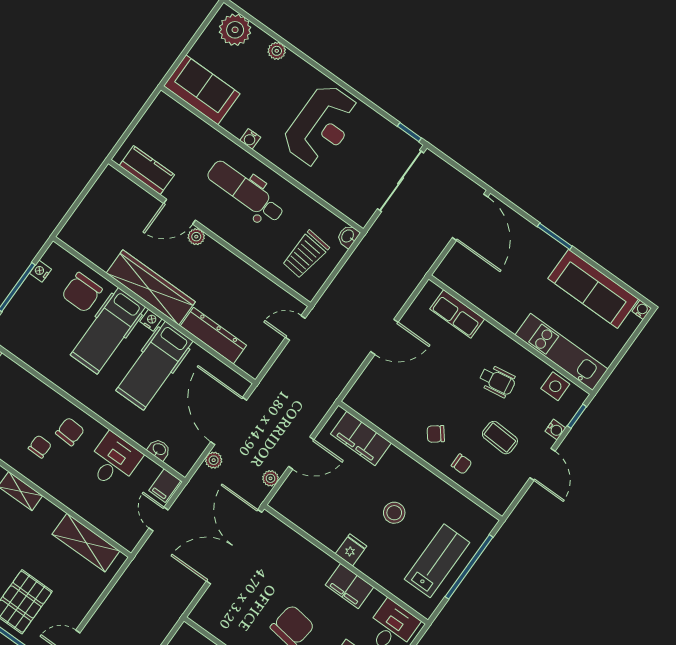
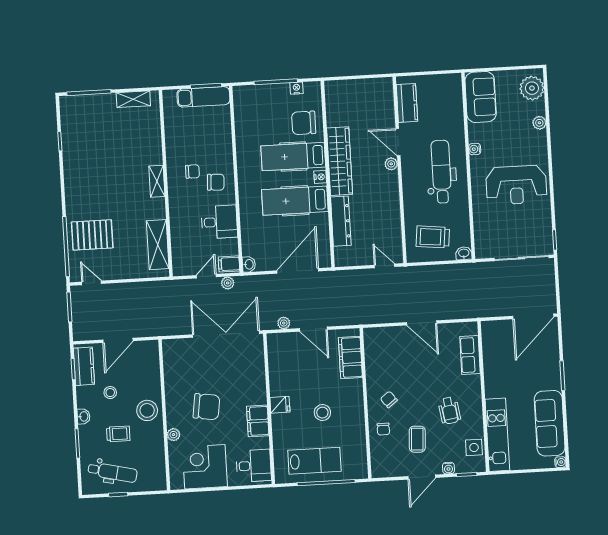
washbasin: (159, 449) -> (249, 264), moved
plant: (214, 460) -> (228, 283), moved

